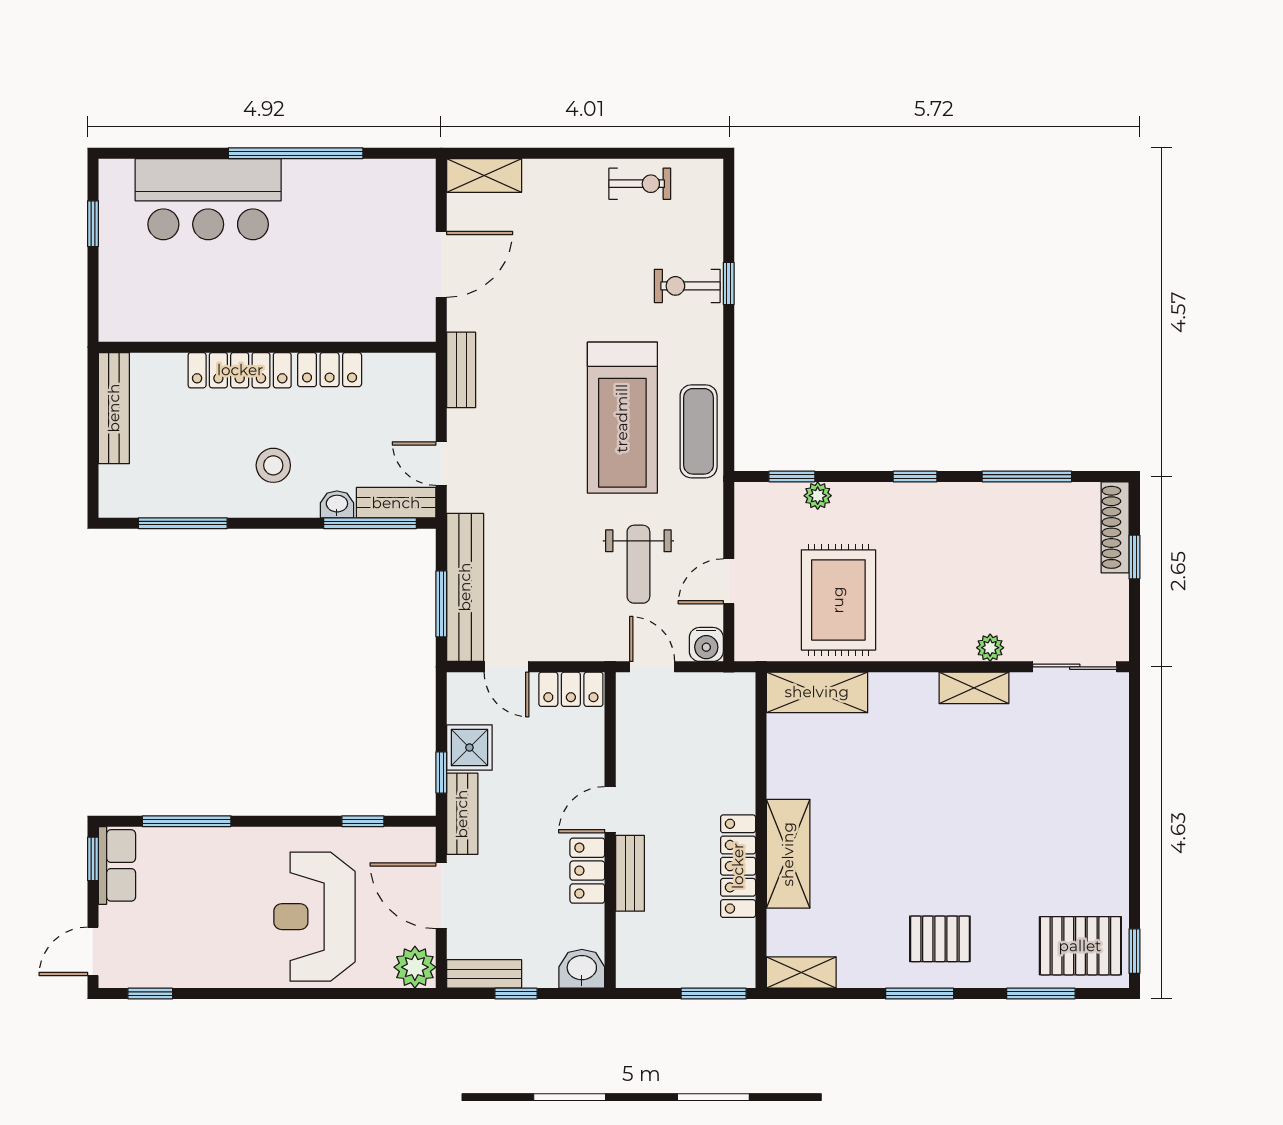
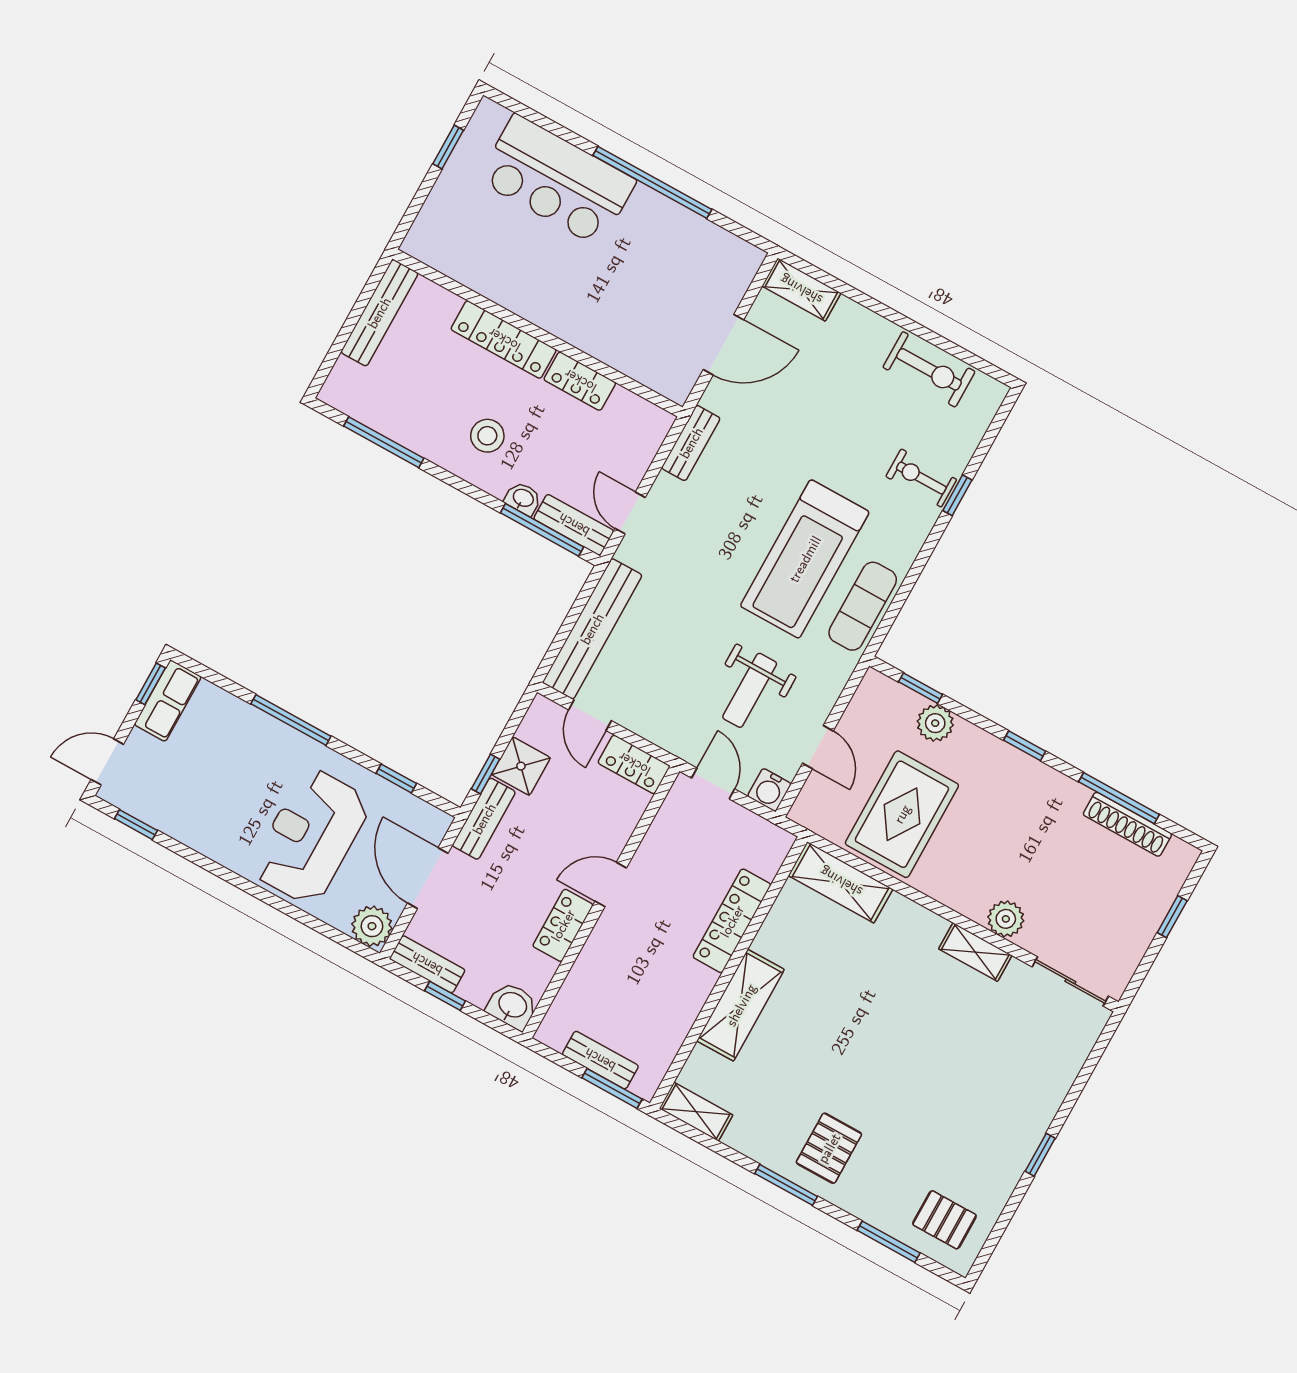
exercise bike: (640, 184) -> (929, 369), width x1.38, depth x1.39
plant: (818, 496) -> (935, 723), width x1.38, depth x1.38
shoe rack: (1115, 527) -> (1127, 824), moved, turned -90
door: (729, 581) -> (818, 747), swing flipped
window: (441, 604) -> (564, 632), removed
plant: (990, 648) -> (1006, 919), width x1.38, depth x1.38
window: (187, 821) -> (291, 720), moved
locker: (738, 866) -> (732, 921), moved
bench: (630, 873) -> (600, 1060), moved, turned 90
pallet: (940, 939) -> (829, 1148), turned 90
pallet: (1080, 946) -> (944, 1220), width x0.67, depth x0.71
window: (1134, 951) -> (1040, 1155), moved

